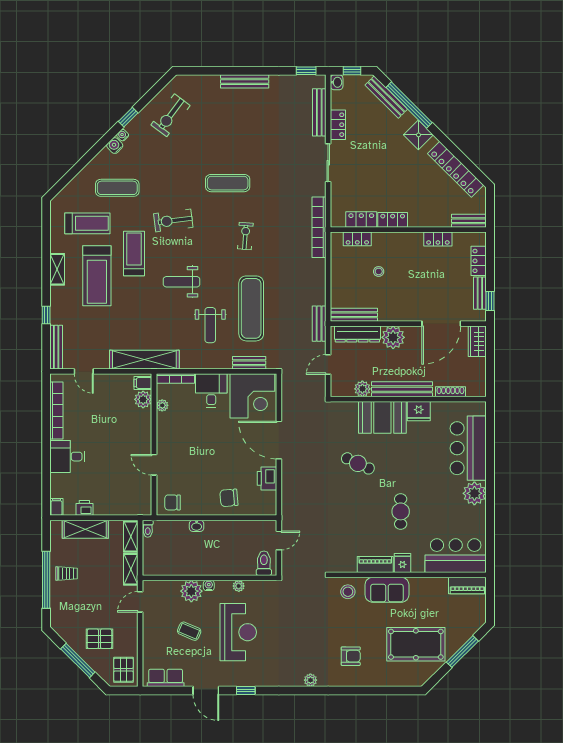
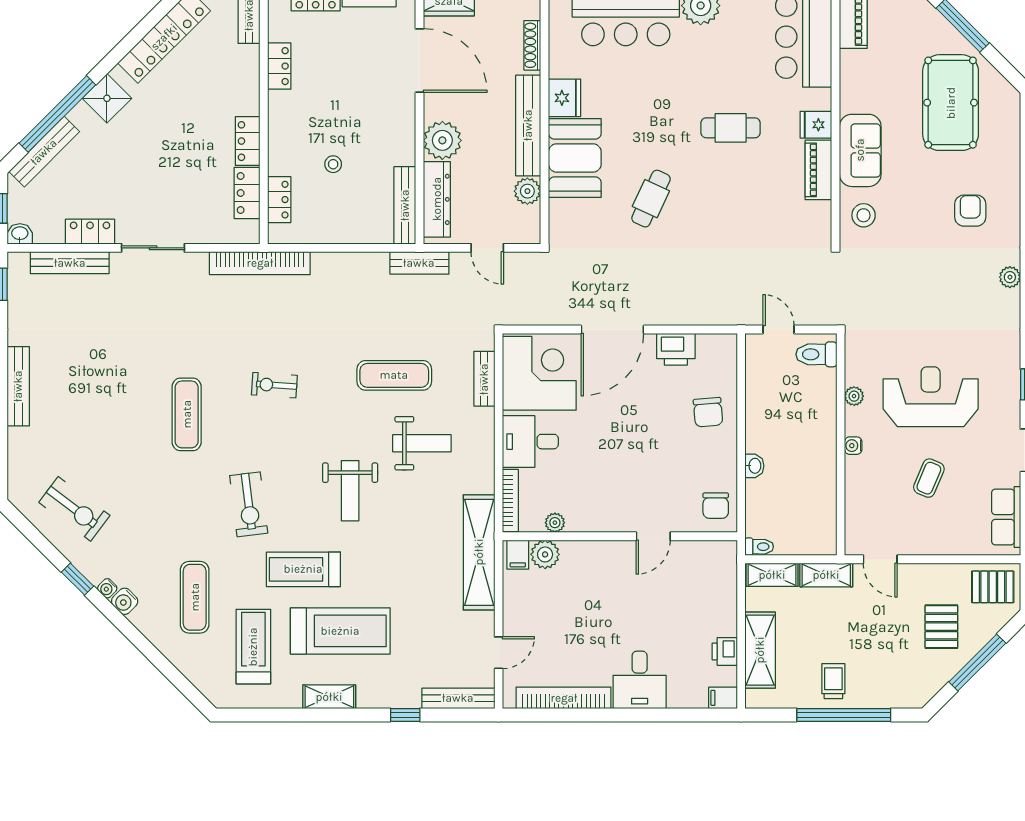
exercise mat: (251, 308) -> (394, 375), width x0.73, depth x0.69
plant: (191, 591) -> (863, 474), removed

